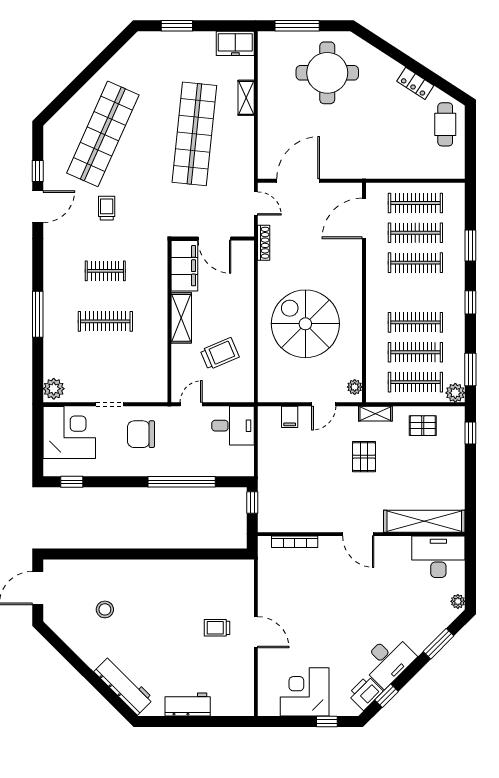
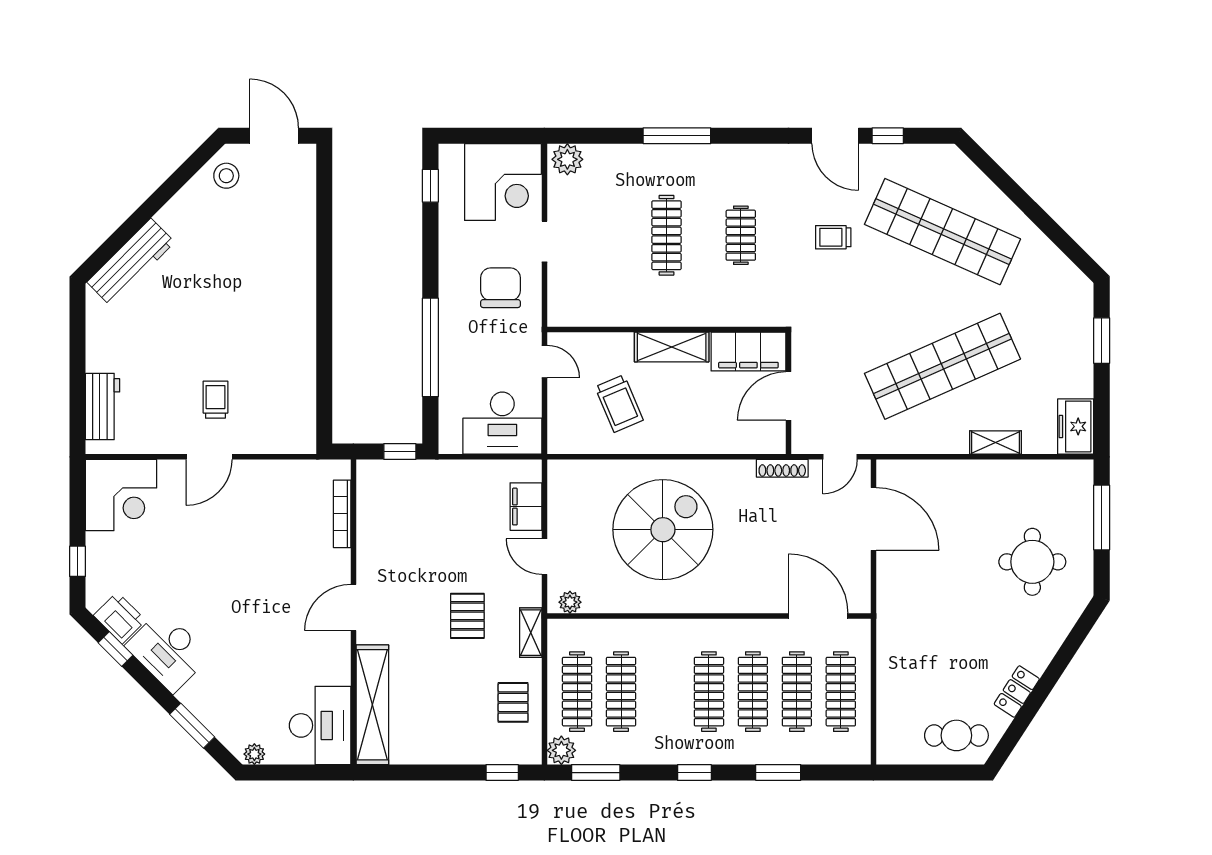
round table: (327, 73) -> (1032, 562), width x0.73, depth x0.73
shop shelf: (194, 134) -> (942, 366), turned -30
trolley: (107, 208) -> (833, 237), turned 180
clothes rail: (415, 322) -> (709, 692), moved
filing cabinet: (290, 417) -> (526, 507), width x2.00
desk: (233, 426) -> (502, 423), width x1.37
pallet: (364, 457) -> (467, 616), turned 90
stool: (105, 609) -> (226, 176), moved
corner desk: (305, 692) -> (121, 495), moved, turned 90
workbench: (188, 705) -> (103, 407), moved

